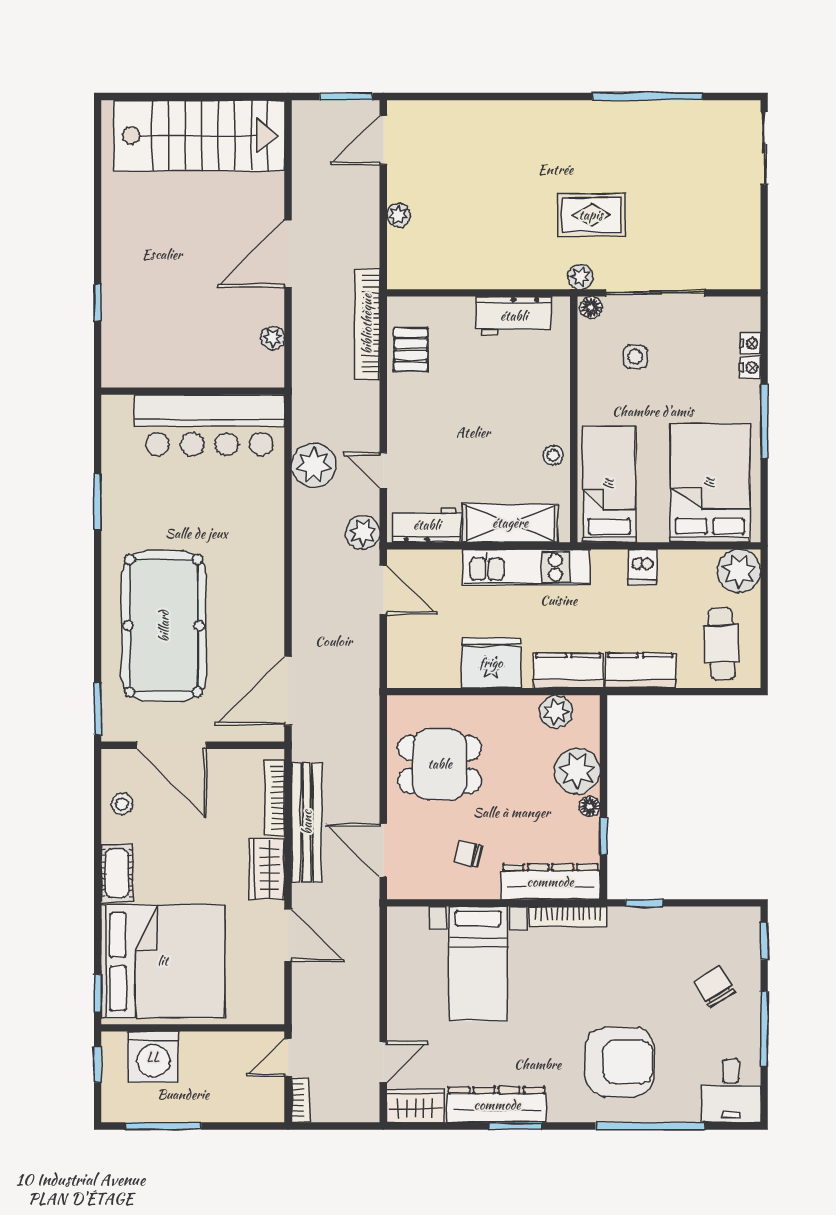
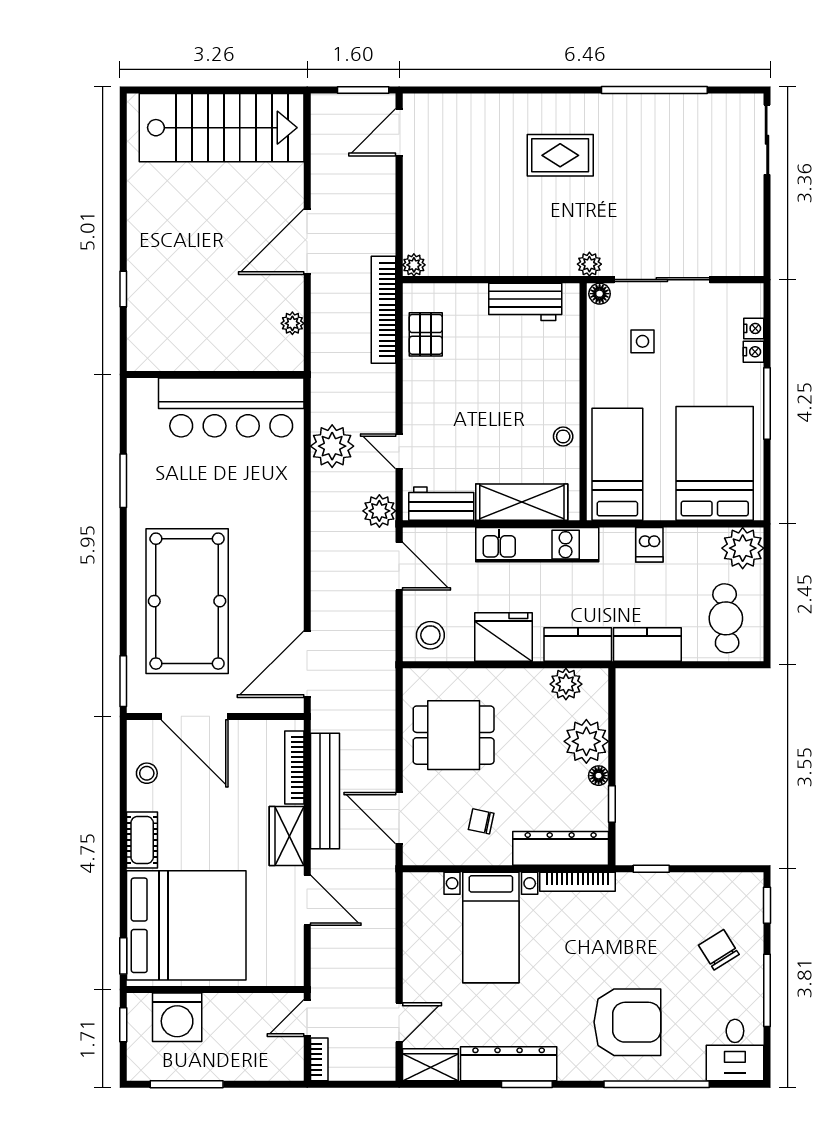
plant: (399, 215) -> (414, 265), moved
rug: (591, 215) -> (560, 155), moved
stool: (416, 661) -> (430, 635), added

